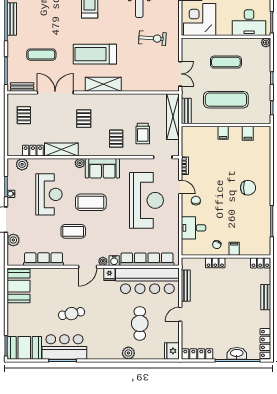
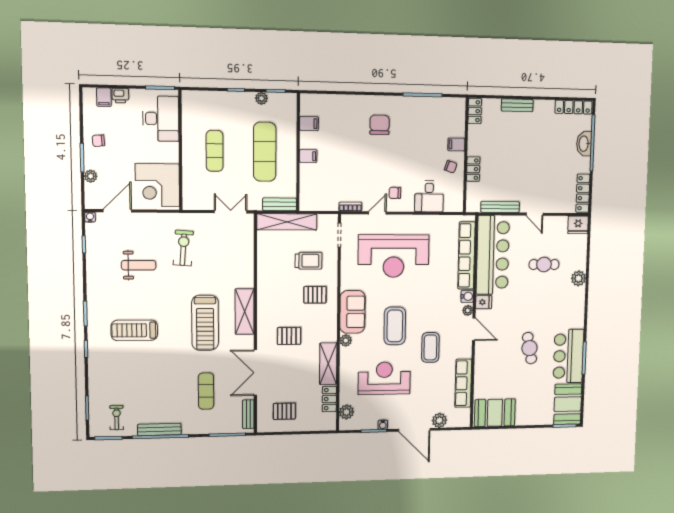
plant: (266, 43) -> (261, 98), moved
reception desk: (146, 200) -> (394, 256), turned 180
cafe table: (140, 323) -> (544, 264), width x0.73, depth x0.74

